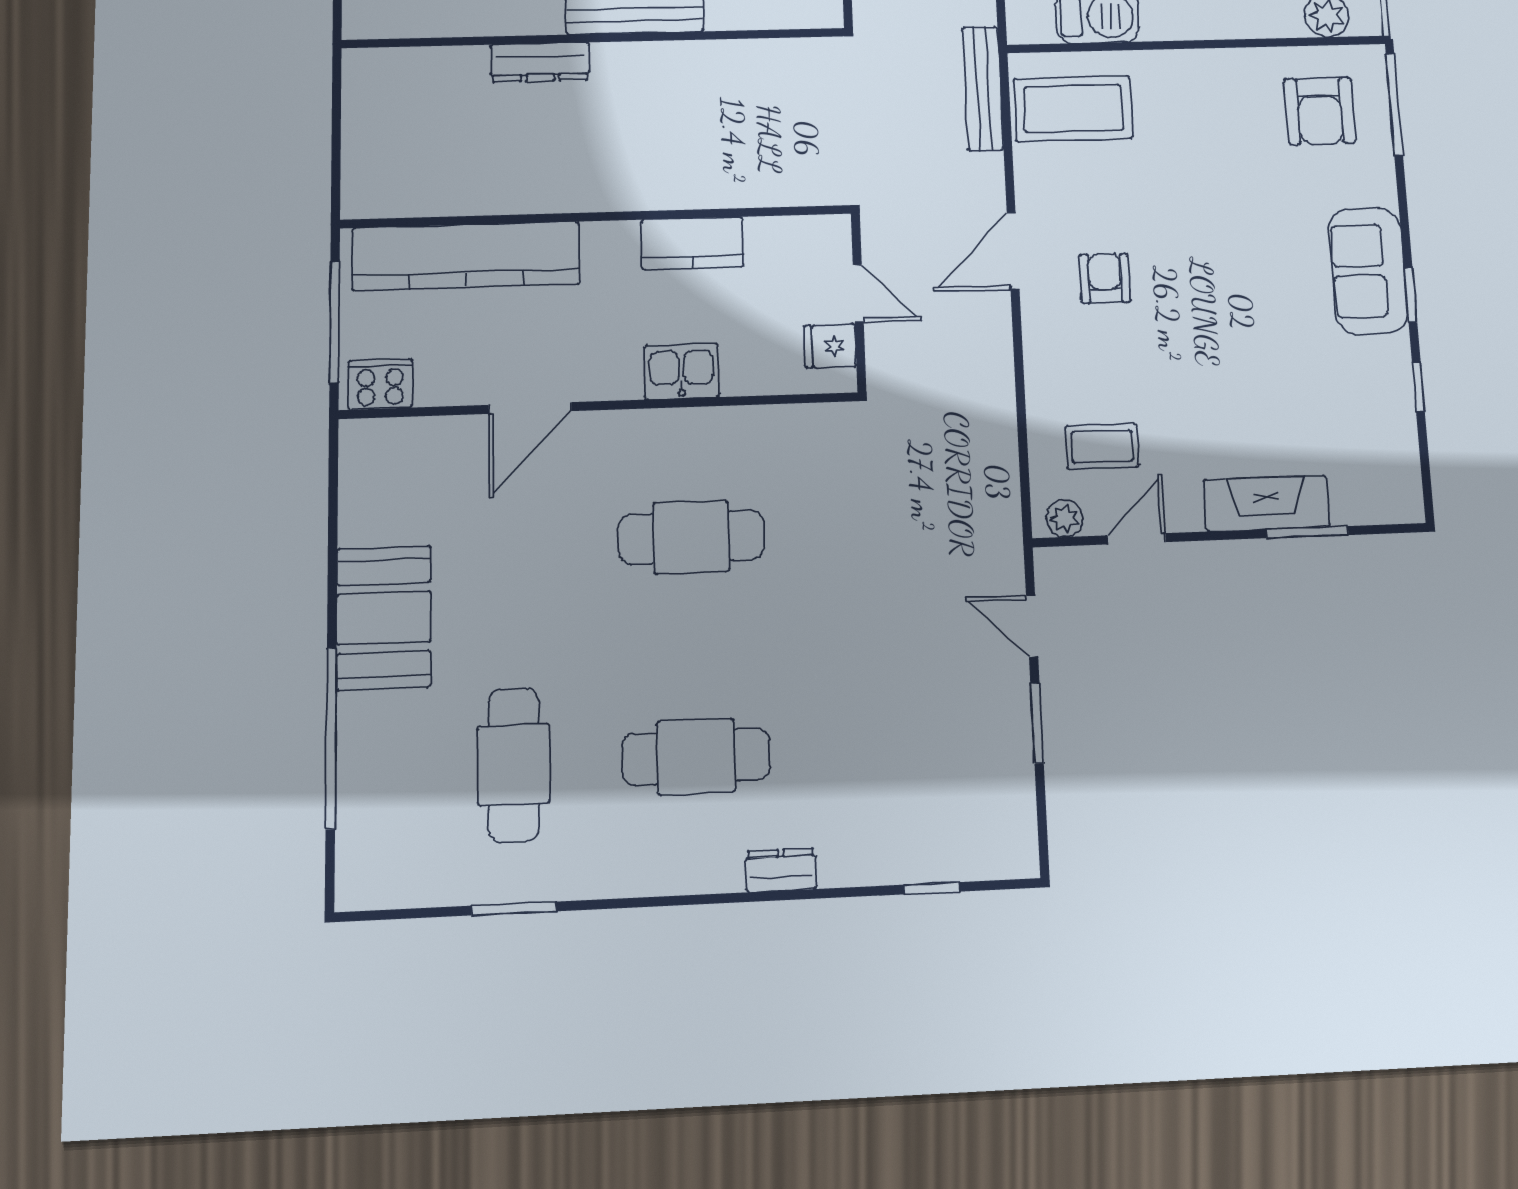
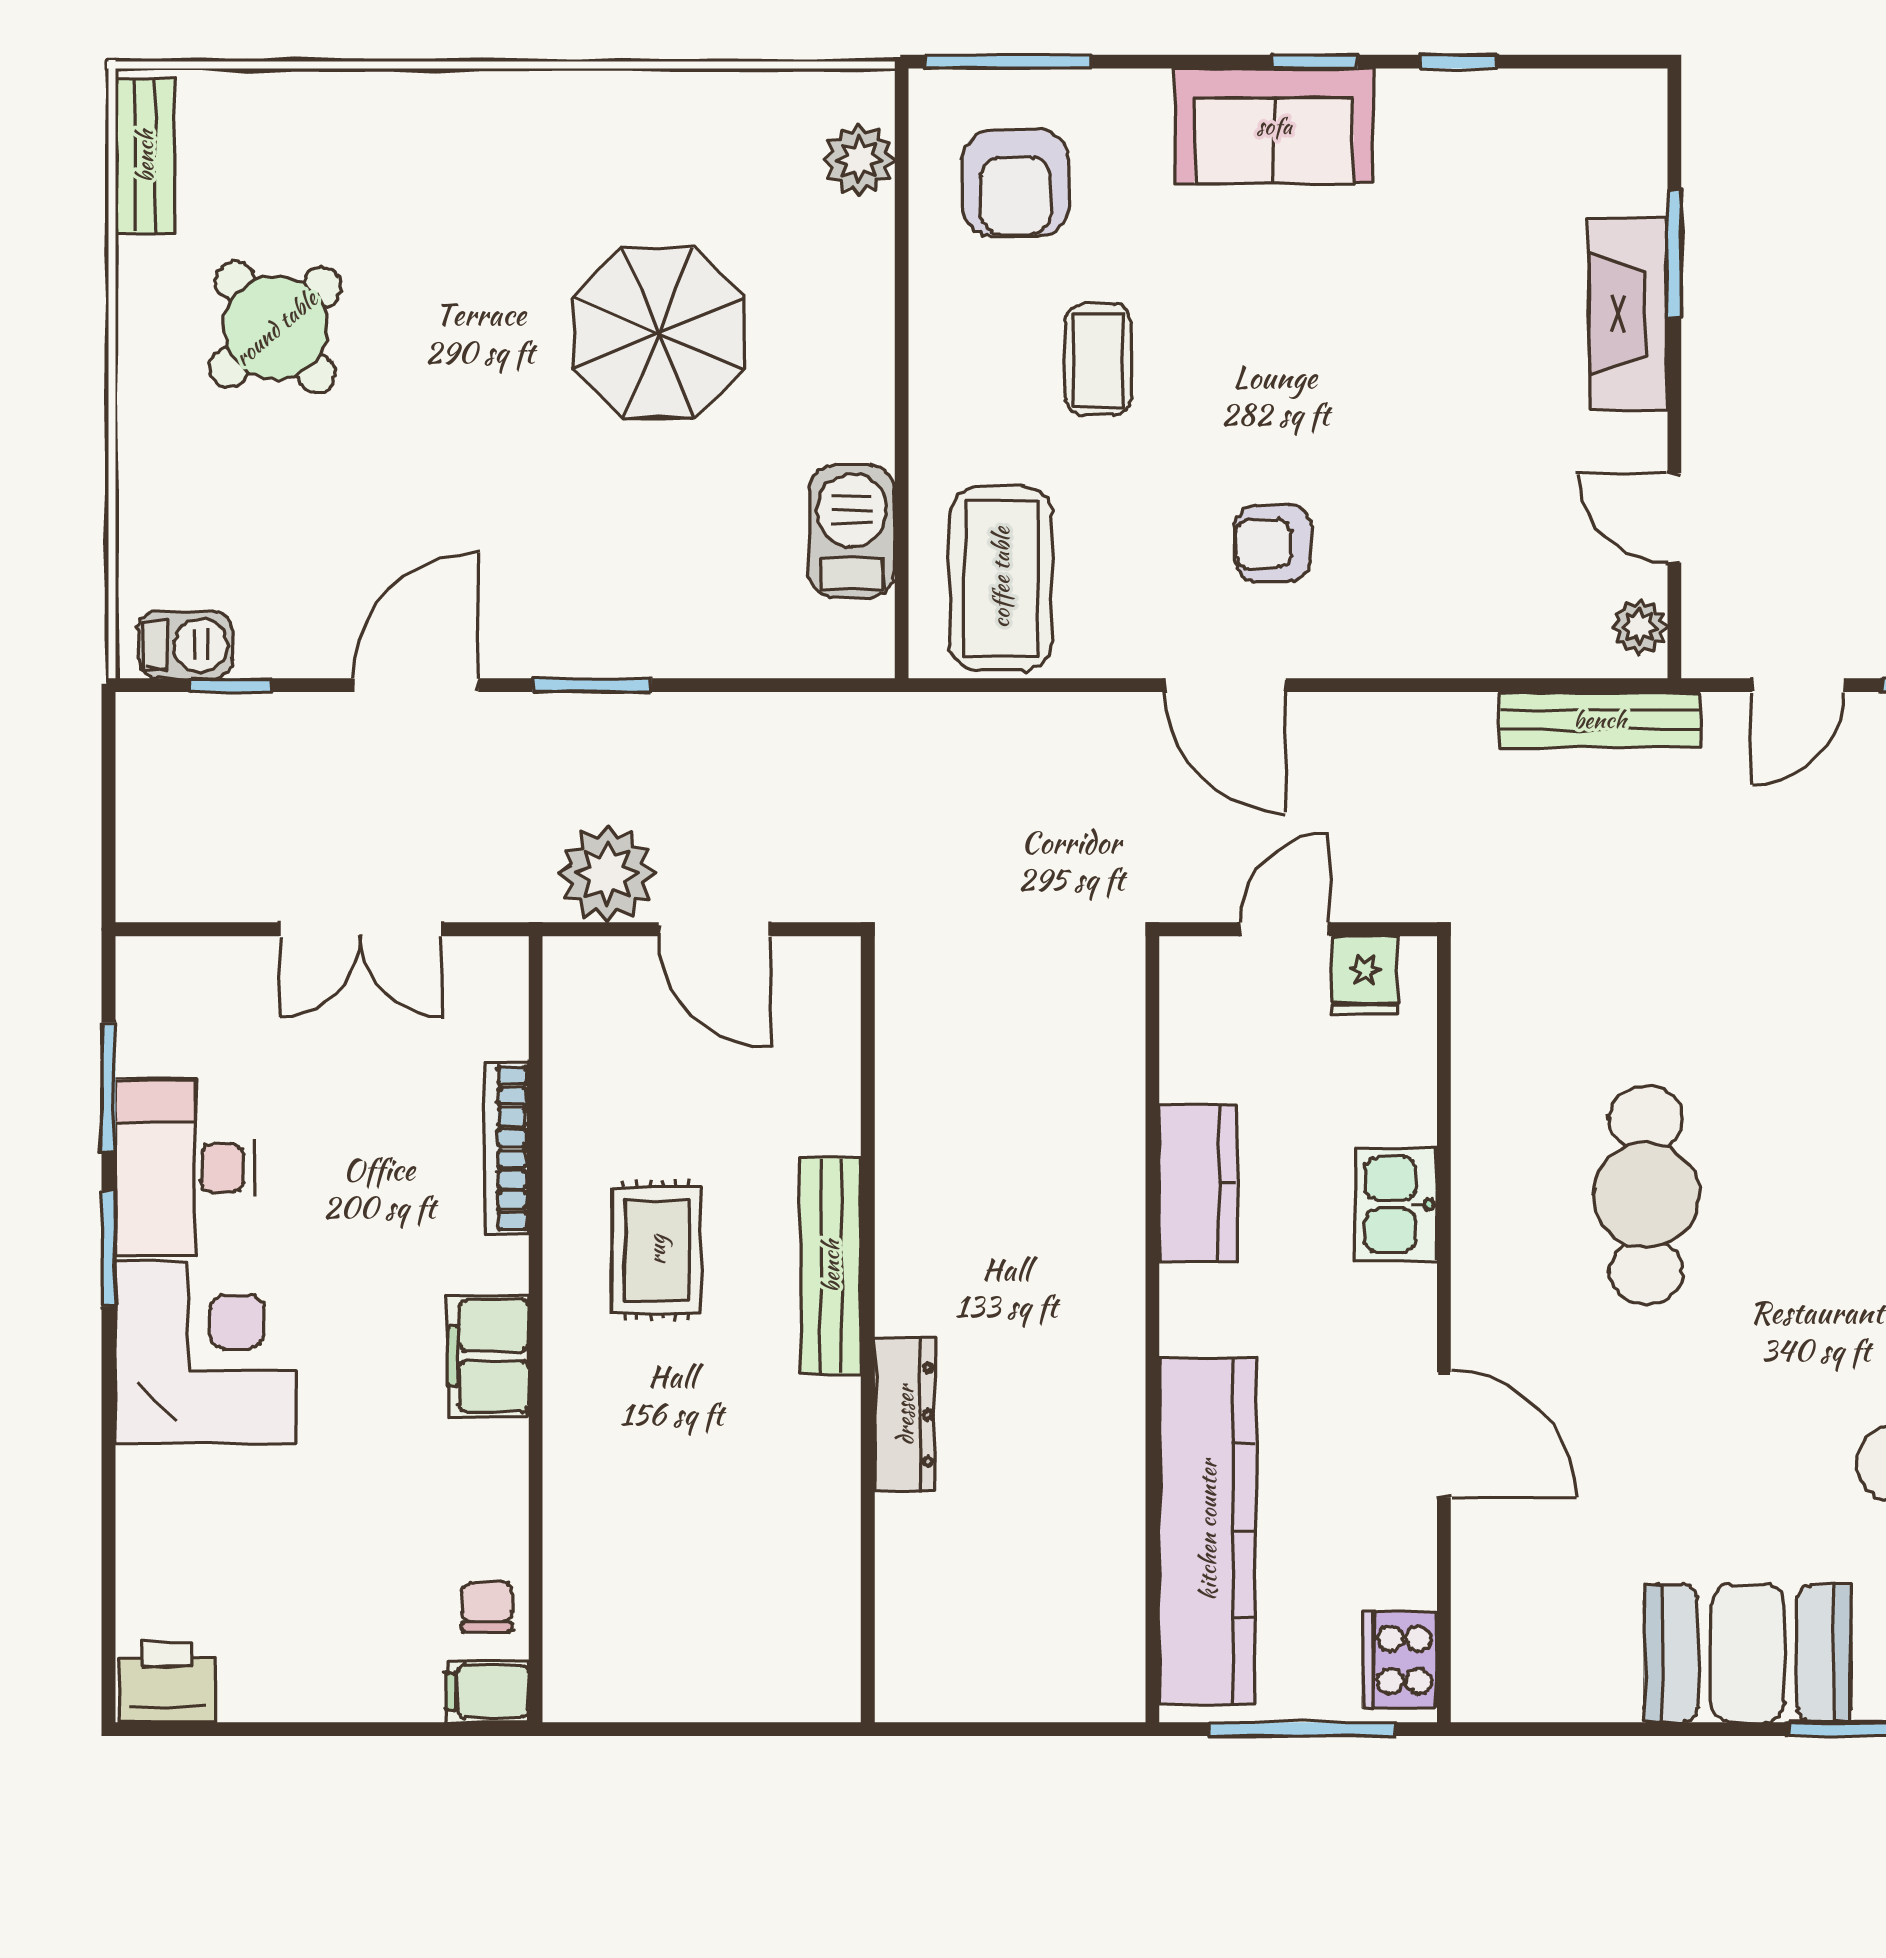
bench: (983, 88) -> (1600, 720), moved
armchair: (1320, 111) -> (1015, 183), turned 90
coffee table: (1102, 446) -> (1098, 360), moved

